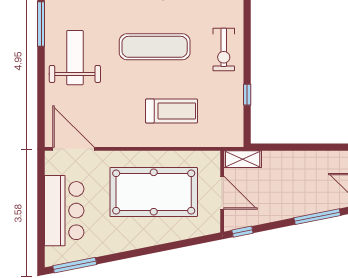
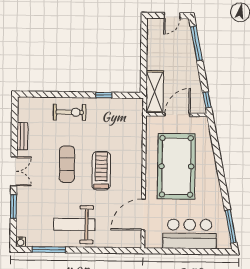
exercise mat: (155, 47) -> (67, 164), width x0.73, depth x0.69
treadmill: (172, 111) -> (101, 171), moved
door: (73, 149) -> (143, 215), moved
shelving: (243, 159) -> (155, 92), width x1.50, depth x1.33

